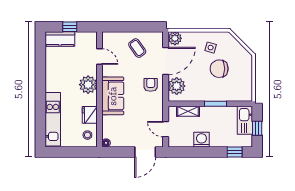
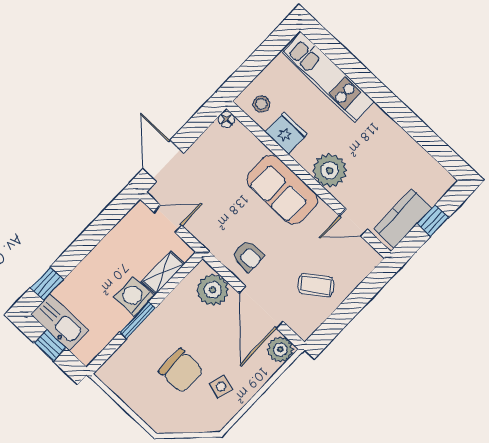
kitchen counter: (60, 39) -> (403, 219), moved
chair: (219, 69) -> (181, 371), turned 90
kitchen sink: (245, 120) -> (59, 322), moved
washing machine: (201, 140) -> (134, 297), moved, turned 180

